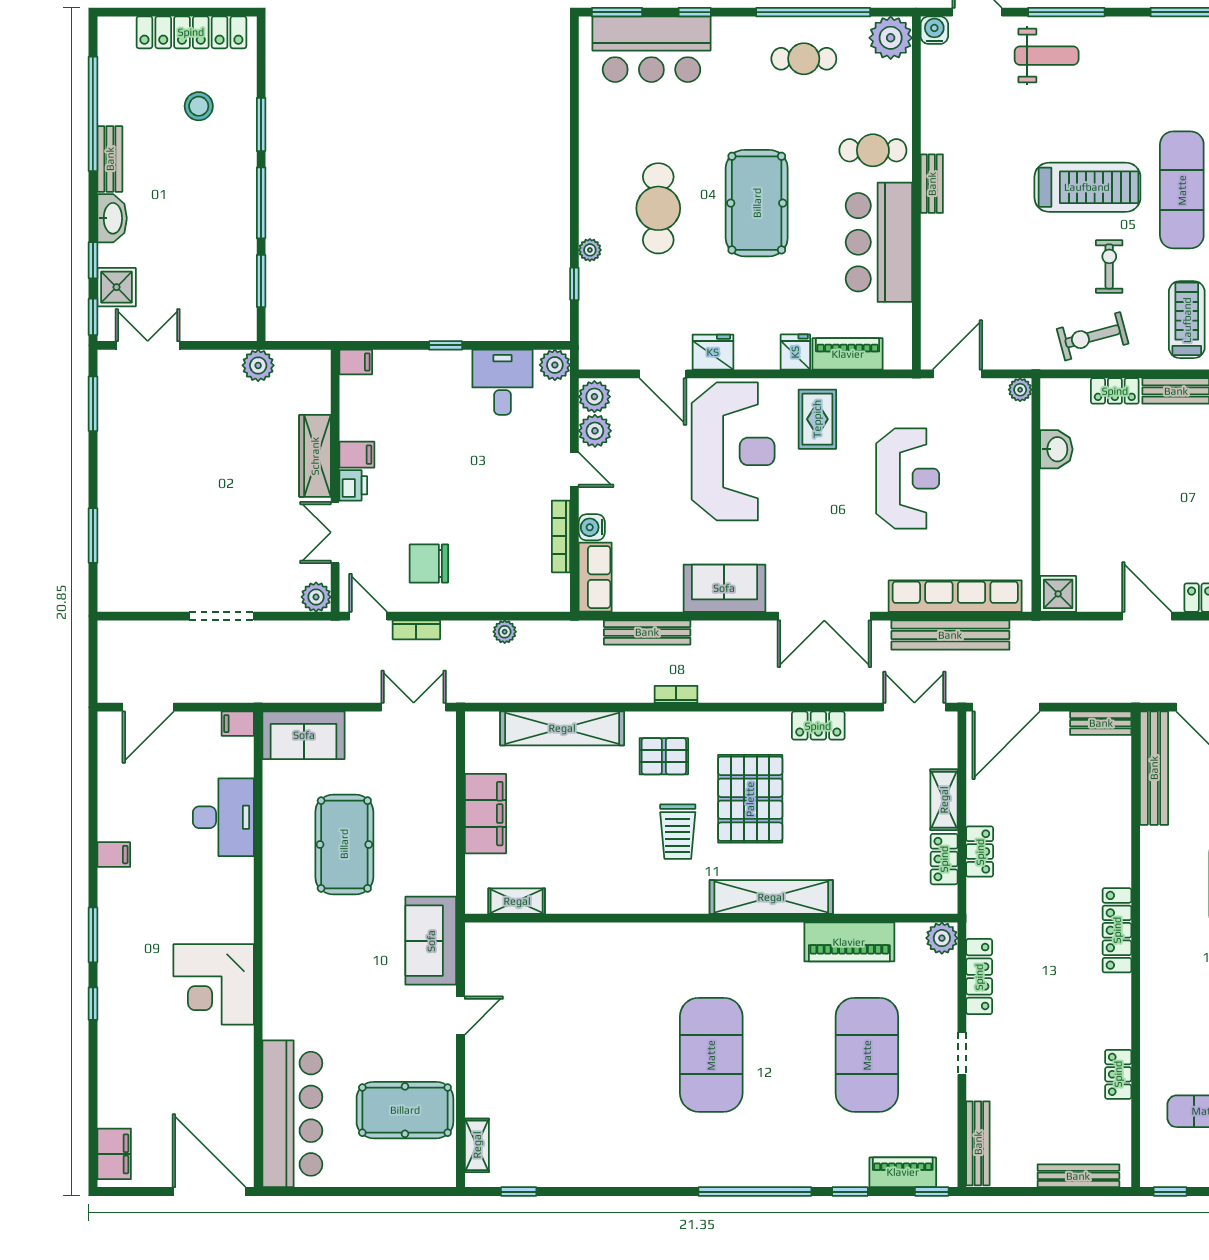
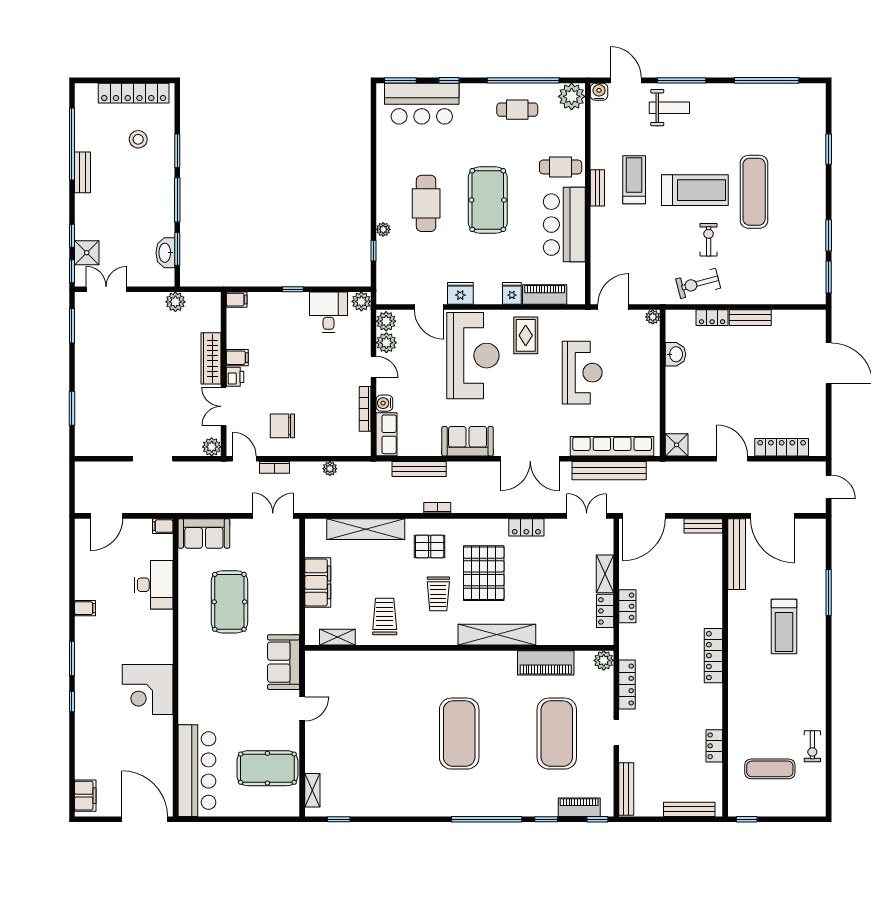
washbasin: (112, 218) -> (165, 253), moved, turned 180
treadmill: (1187, 320) -> (634, 180), moved
trolley: (592, 868) -> (385, 617), added

